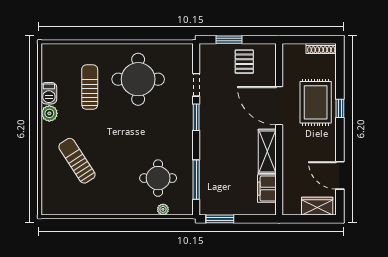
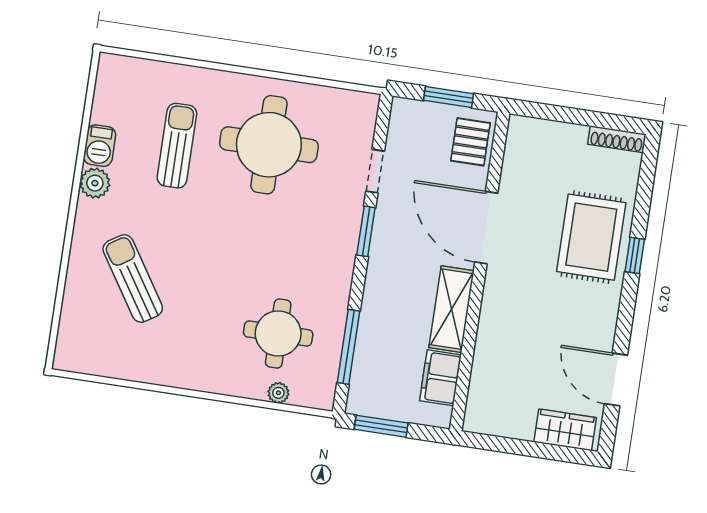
door: (279, 106) -> (486, 228), moved
wall: (279, 129) -> (480, 271), moved
shelving: (267, 151) -> (451, 309), moved
filing cabinet: (267, 189) -> (440, 378), moved

